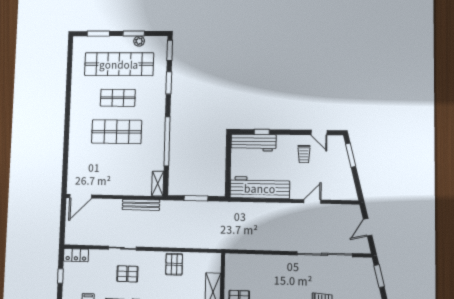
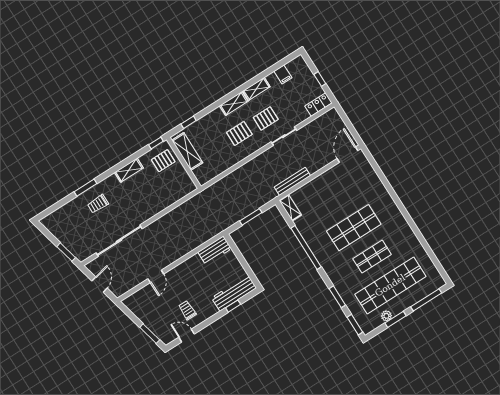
window: (98, 34) -> (426, 300), width x1.44
workbench: (260, 188) -> (215, 250), width x0.53, depth x0.76
pallet: (174, 264) -> (239, 133), moved, turned 90

